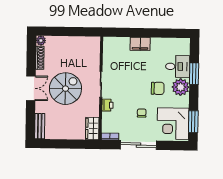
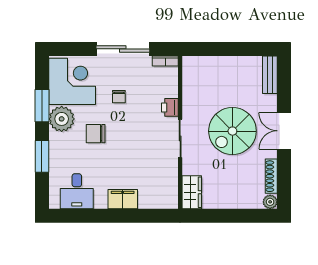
desk: (178, 66) -> (77, 191), moved, turned -90
plant: (181, 87) -> (62, 119), moved
window: (193, 122) -> (42, 106), moved
wardrobe: (92, 128) -> (192, 192), moved

